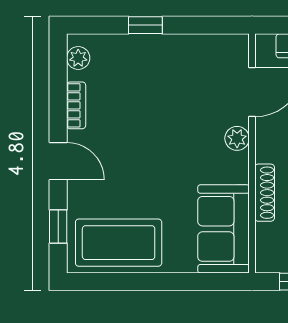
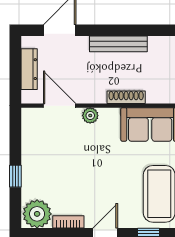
plant: (78, 58) -> (37, 214), width x1.88, depth x1.88

